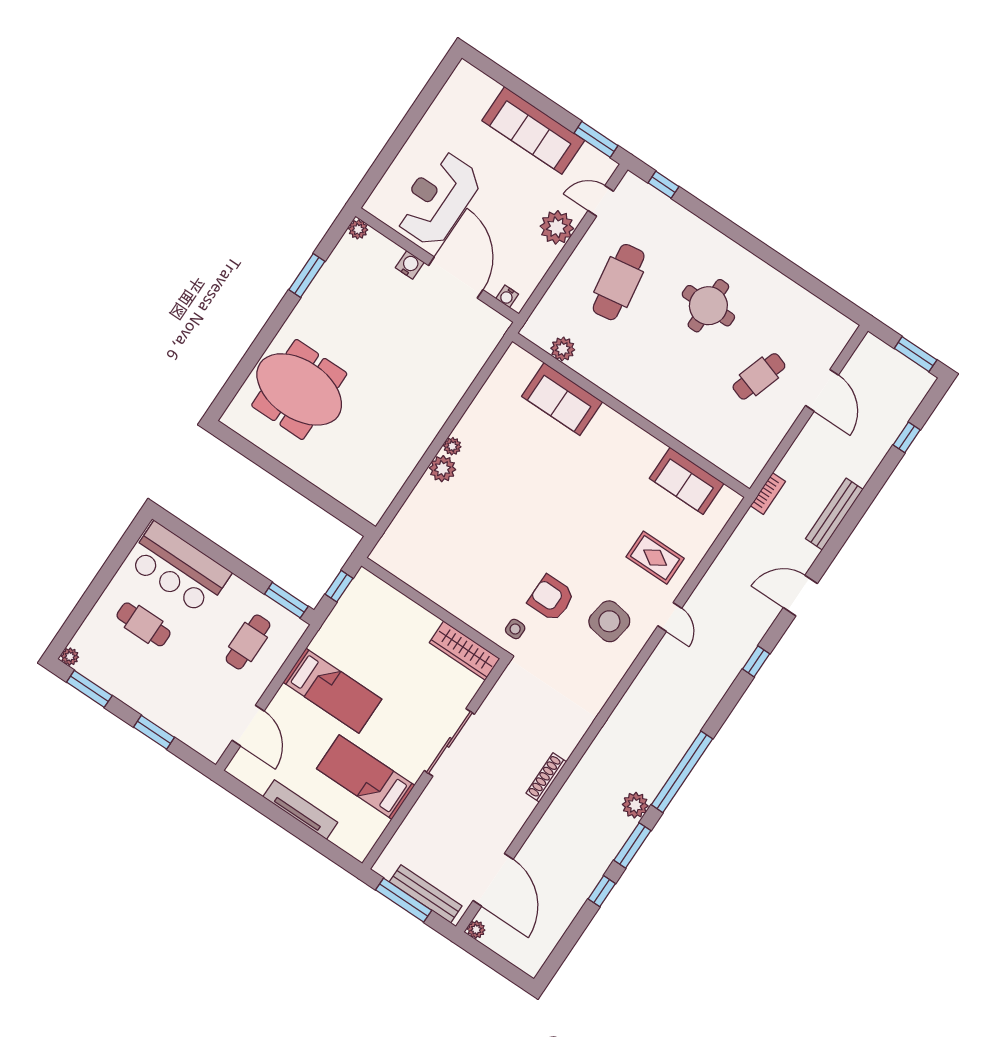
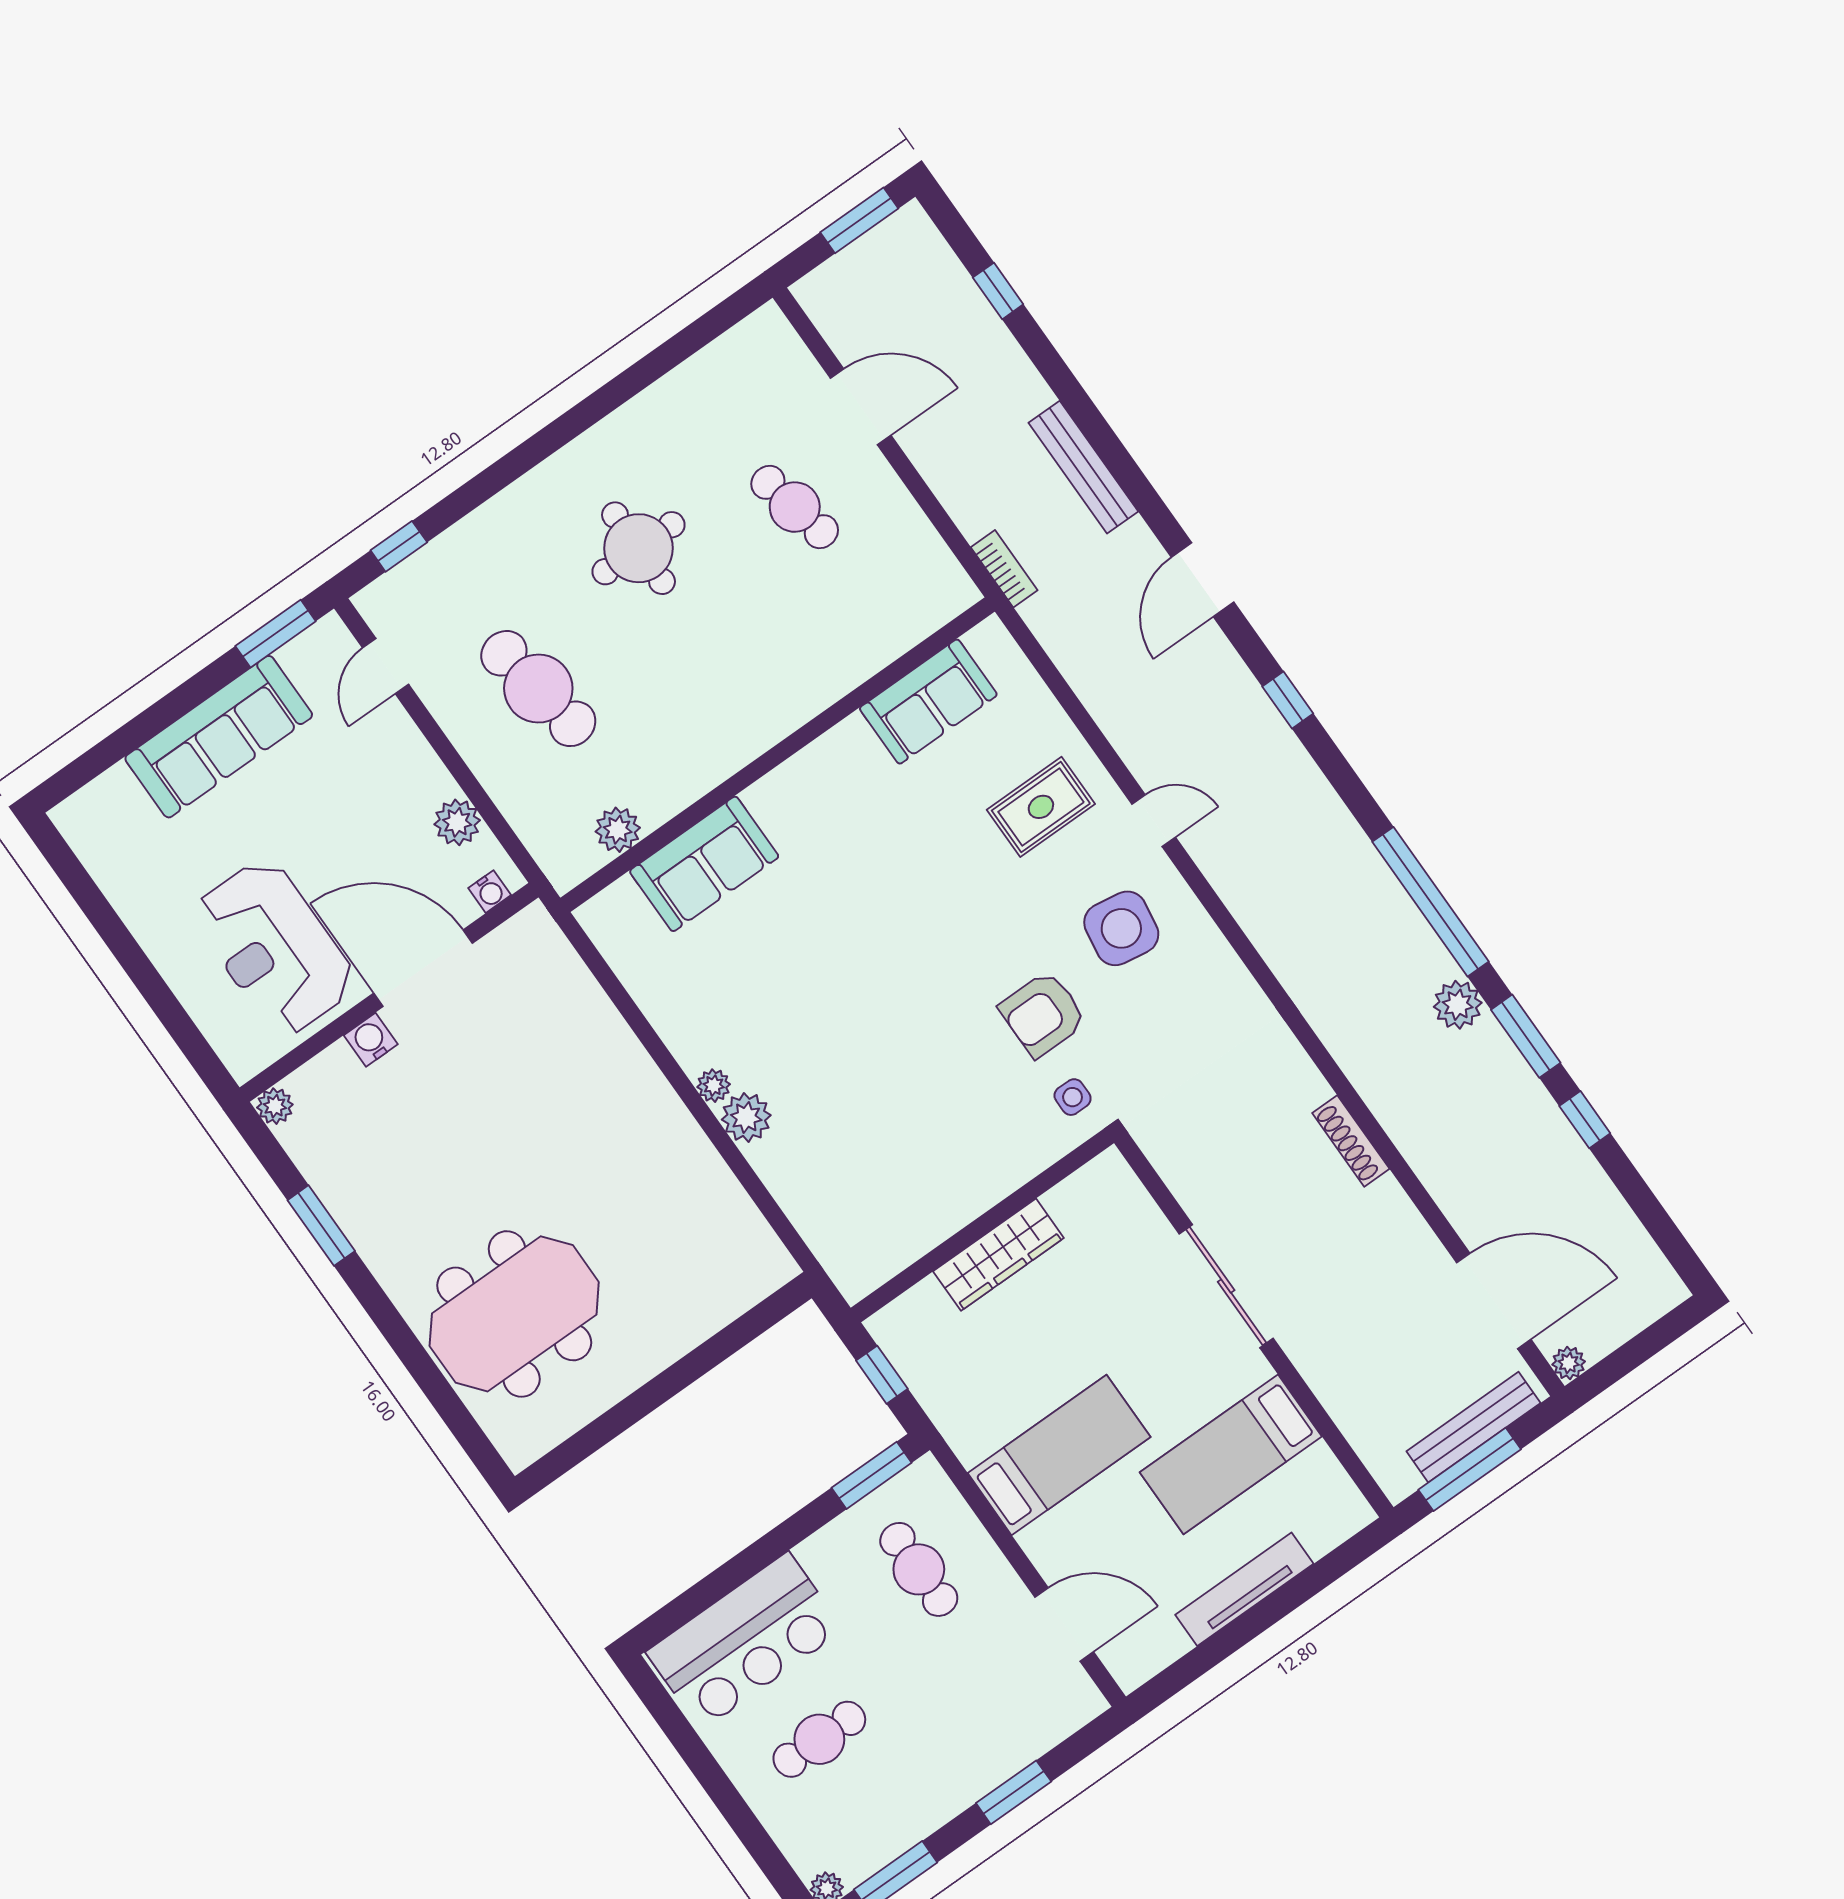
plant: (557, 227) -> (457, 822), moved, width x0.73, depth x0.73
cafe table: (759, 376) -> (795, 507), turned -30
wardrobe: (465, 651) -> (998, 1255), moved

